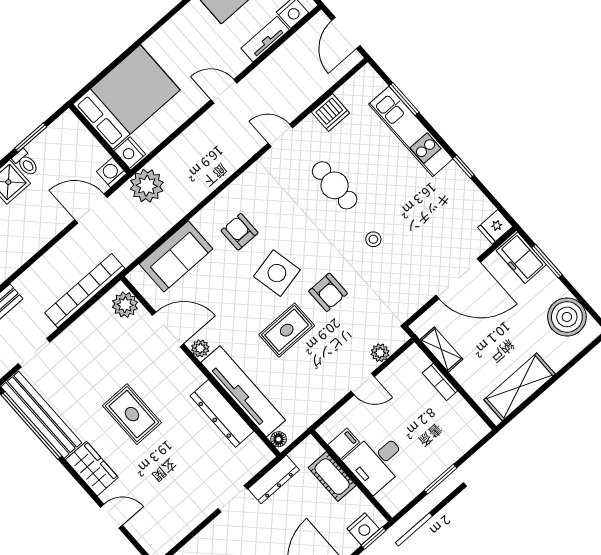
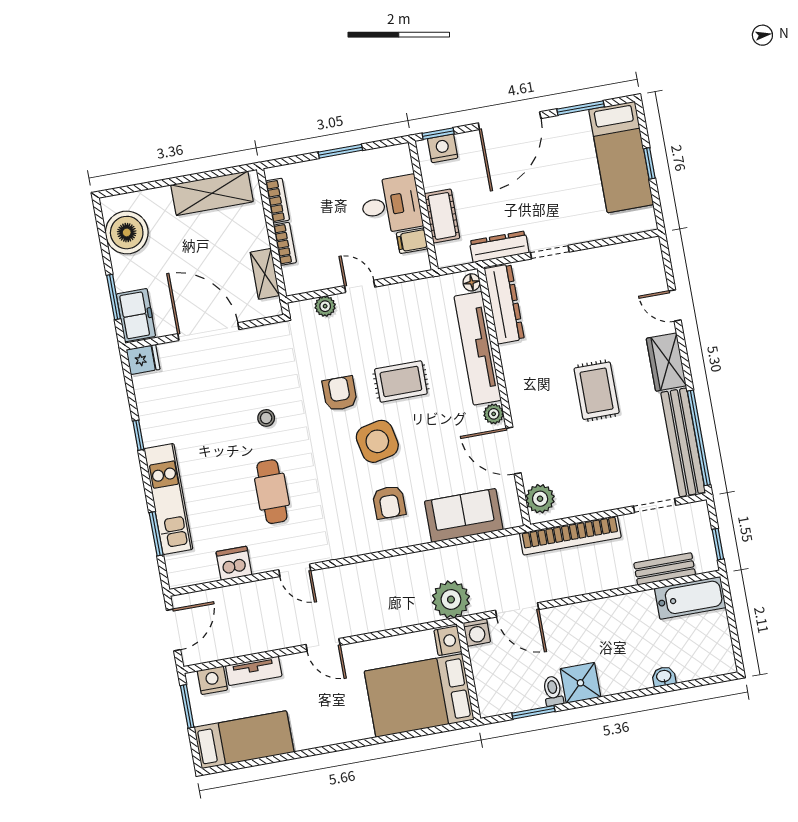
bookcase: (466, 412) -> (277, 201), added
dresser: (222, 413) -> (504, 304), moved

